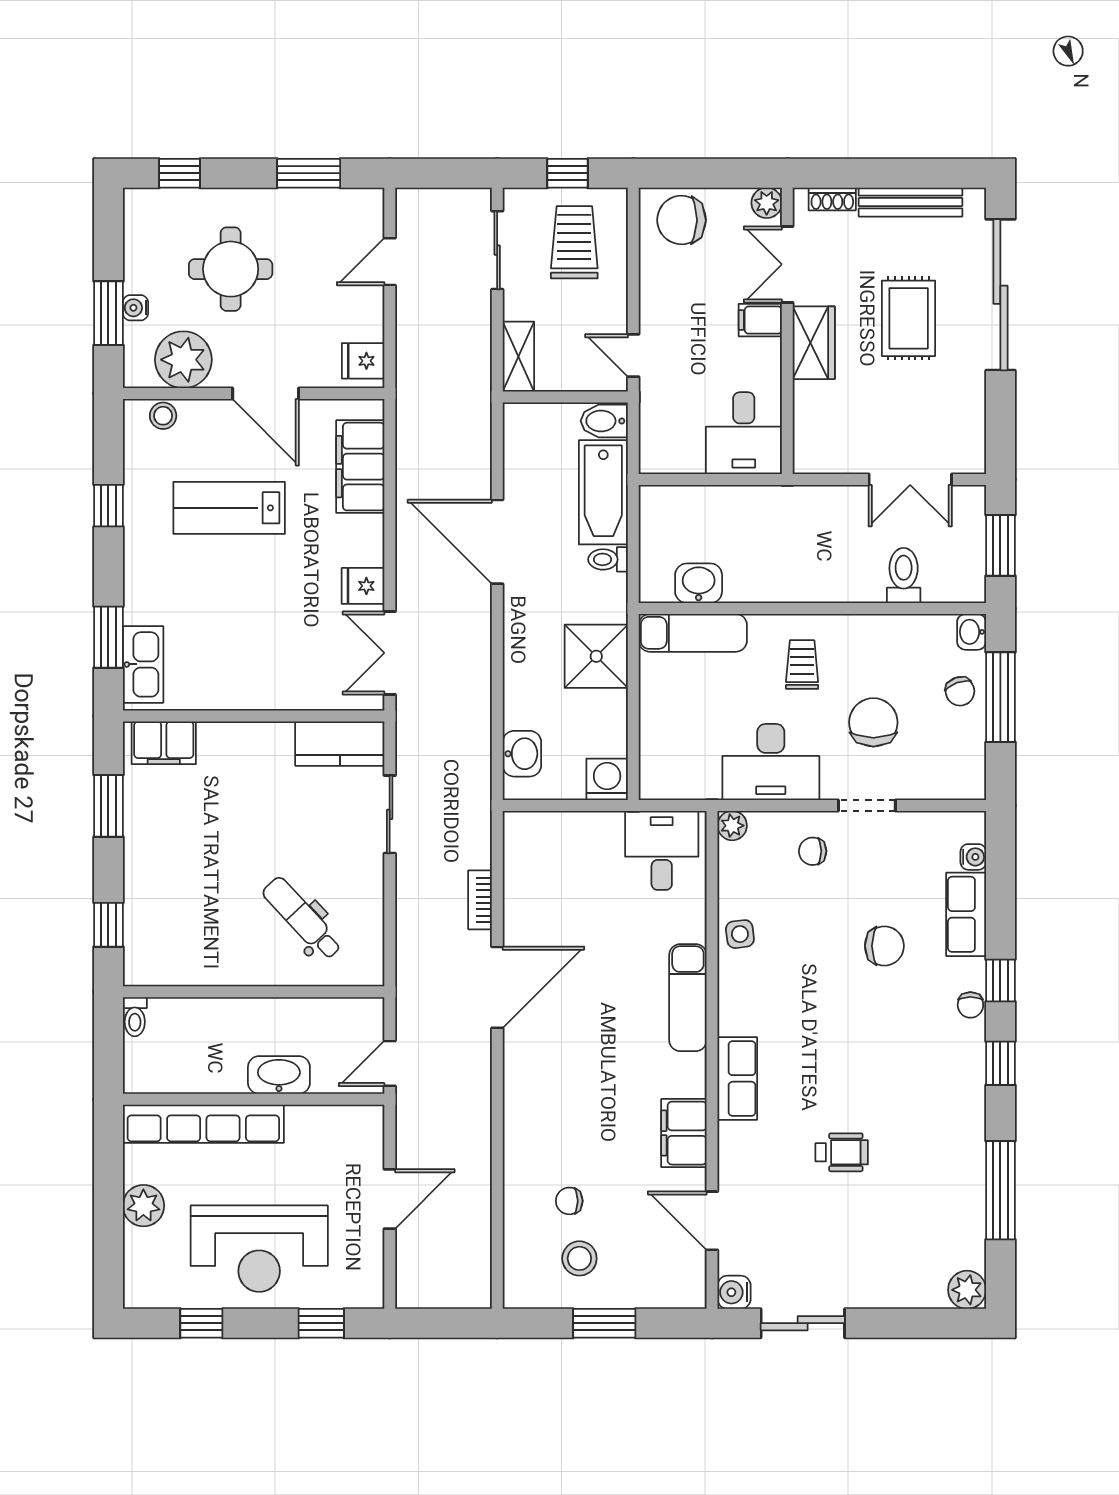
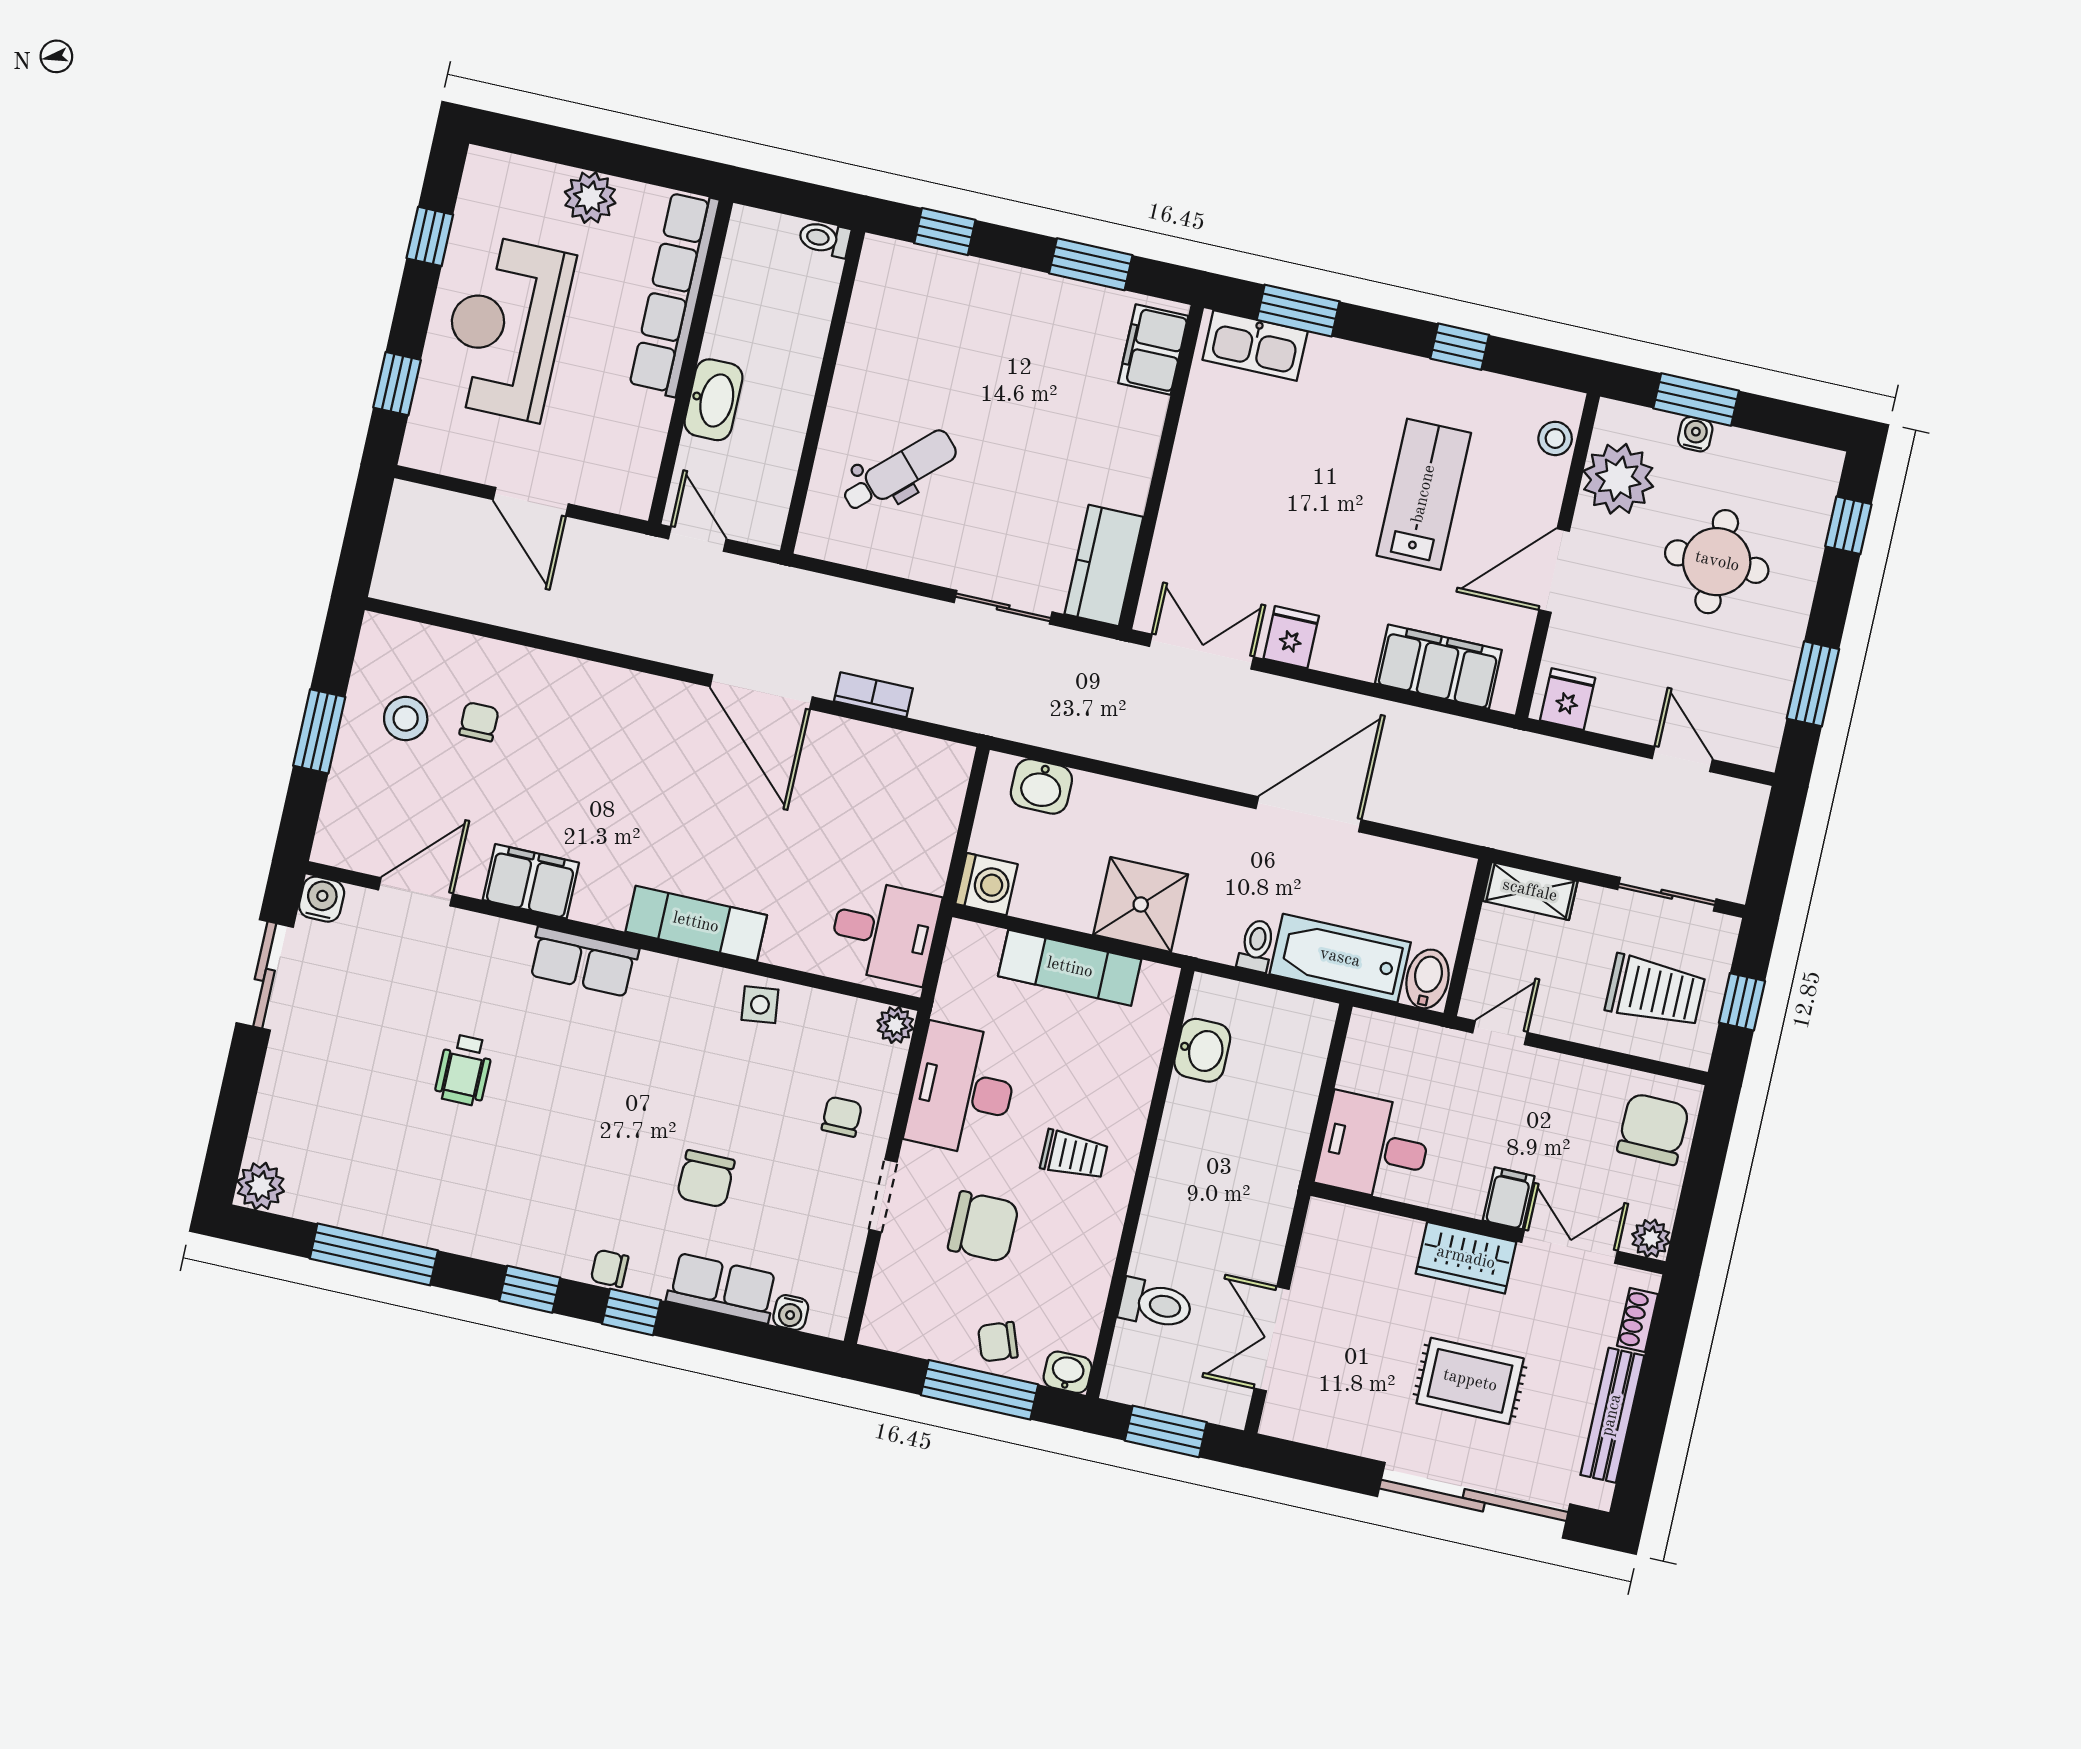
exam couch: (693, 633) -> (1070, 968), moved, turned -90

